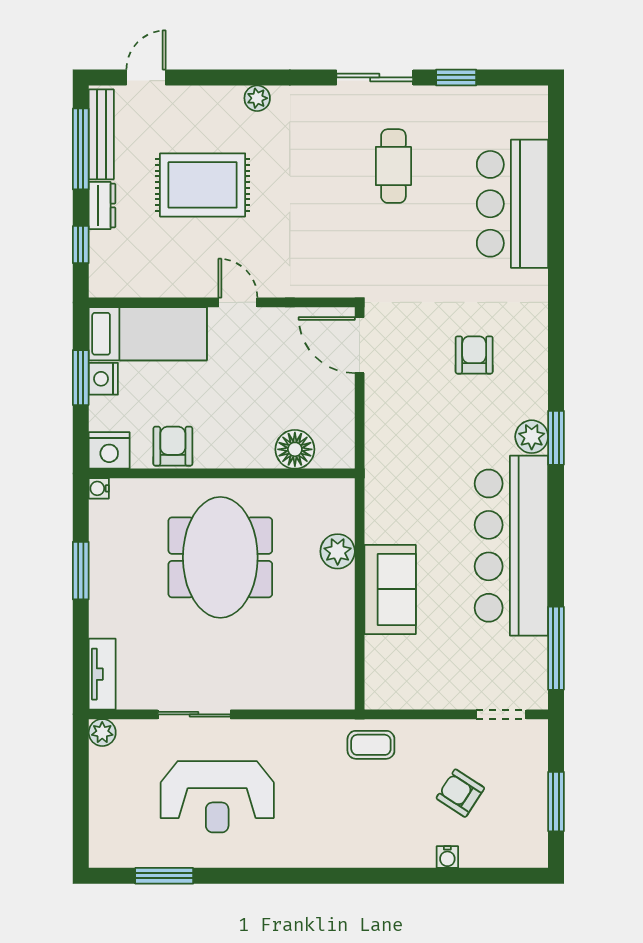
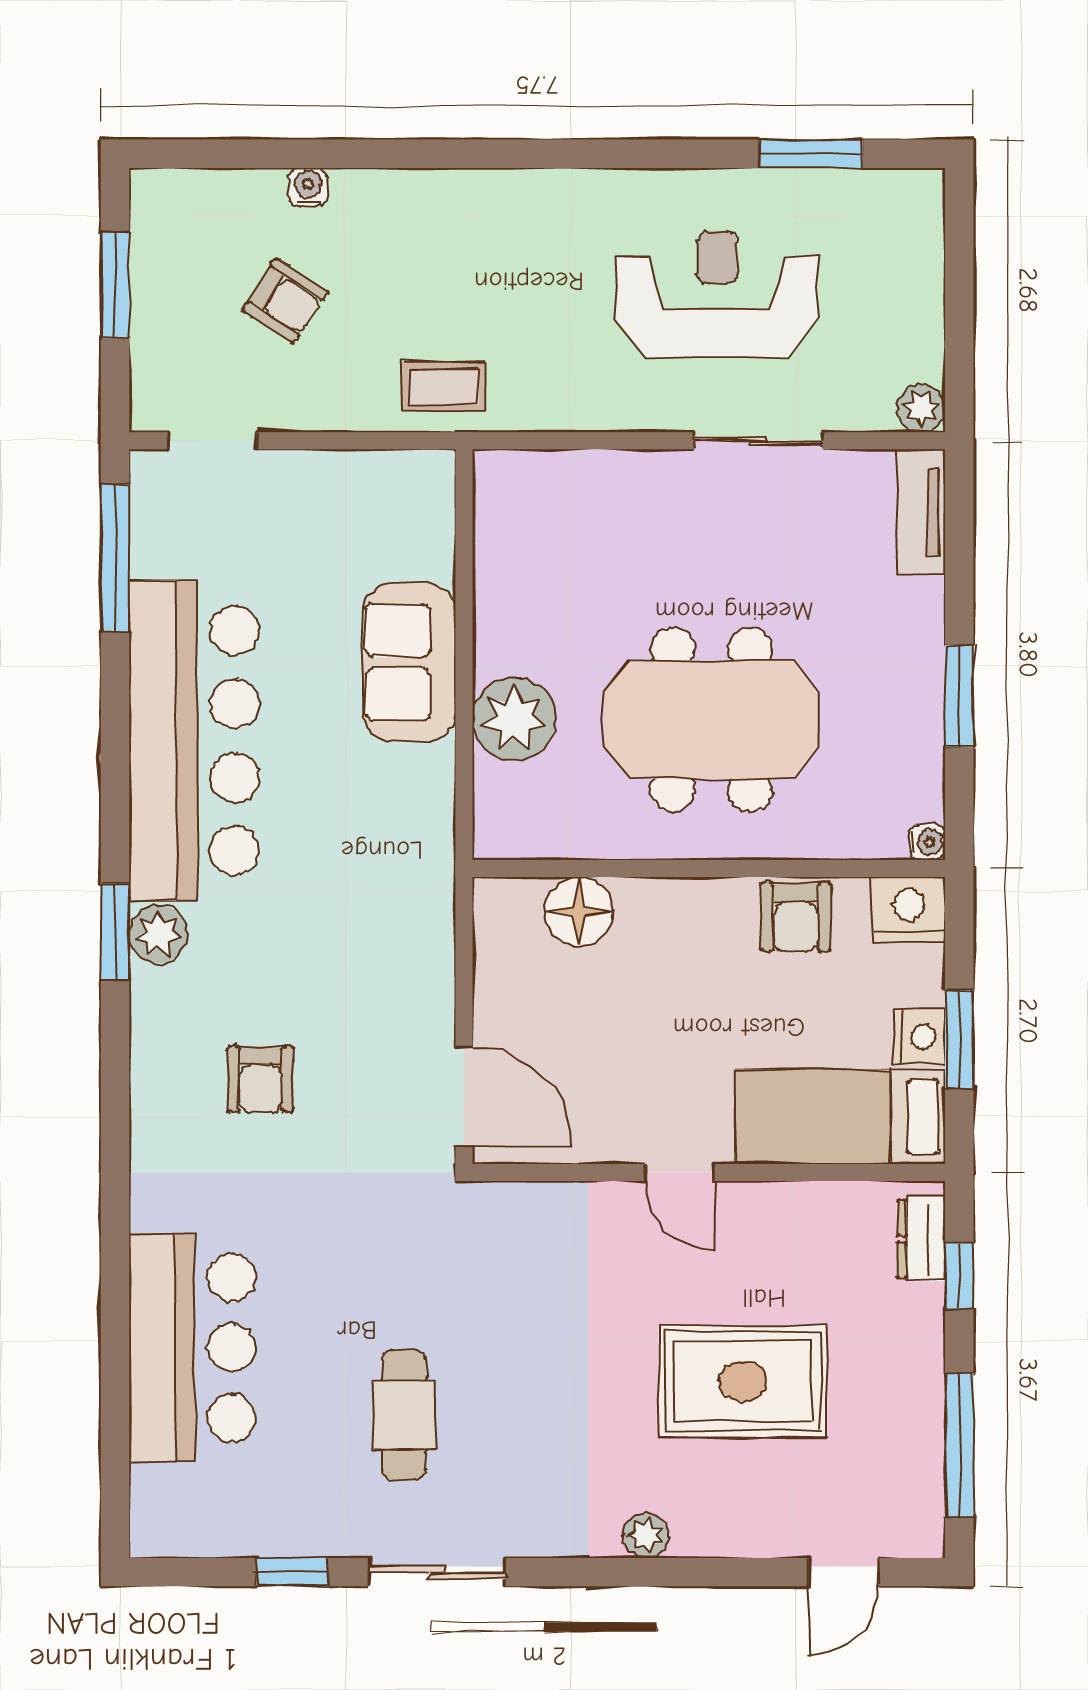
bench: (101, 134) -> (923, 1471), removed
dresser: (102, 206) -> (922, 1239), moved
plant: (338, 551) -> (514, 719), width x1.36, depth x1.36
meeting table: (220, 557) -> (711, 720), turned 90

